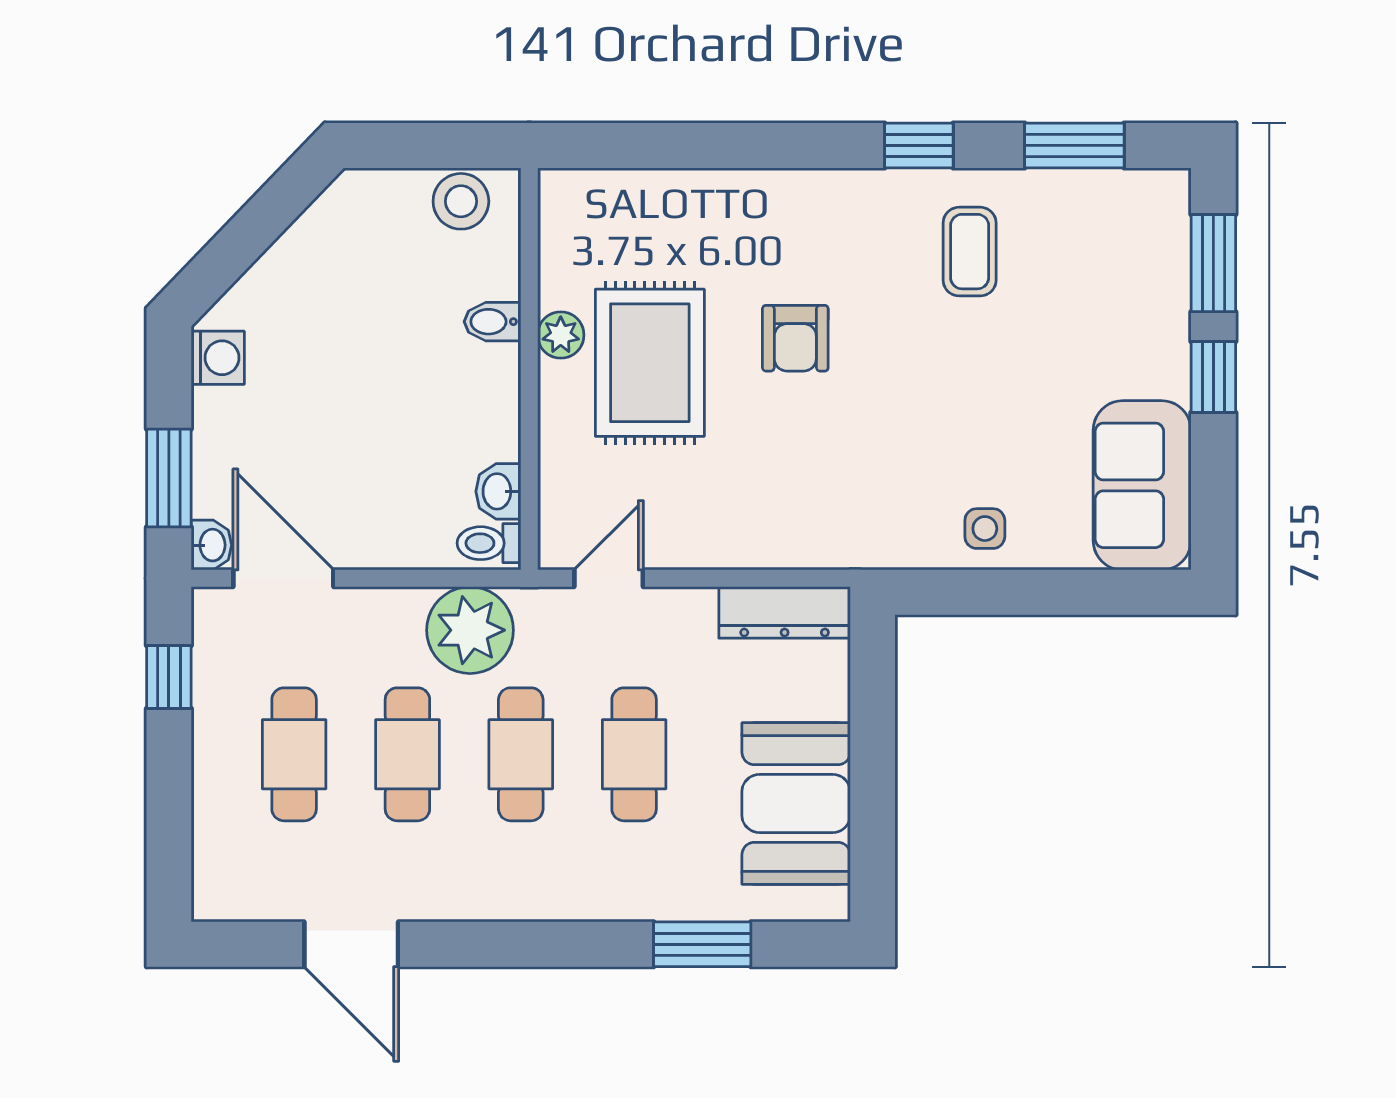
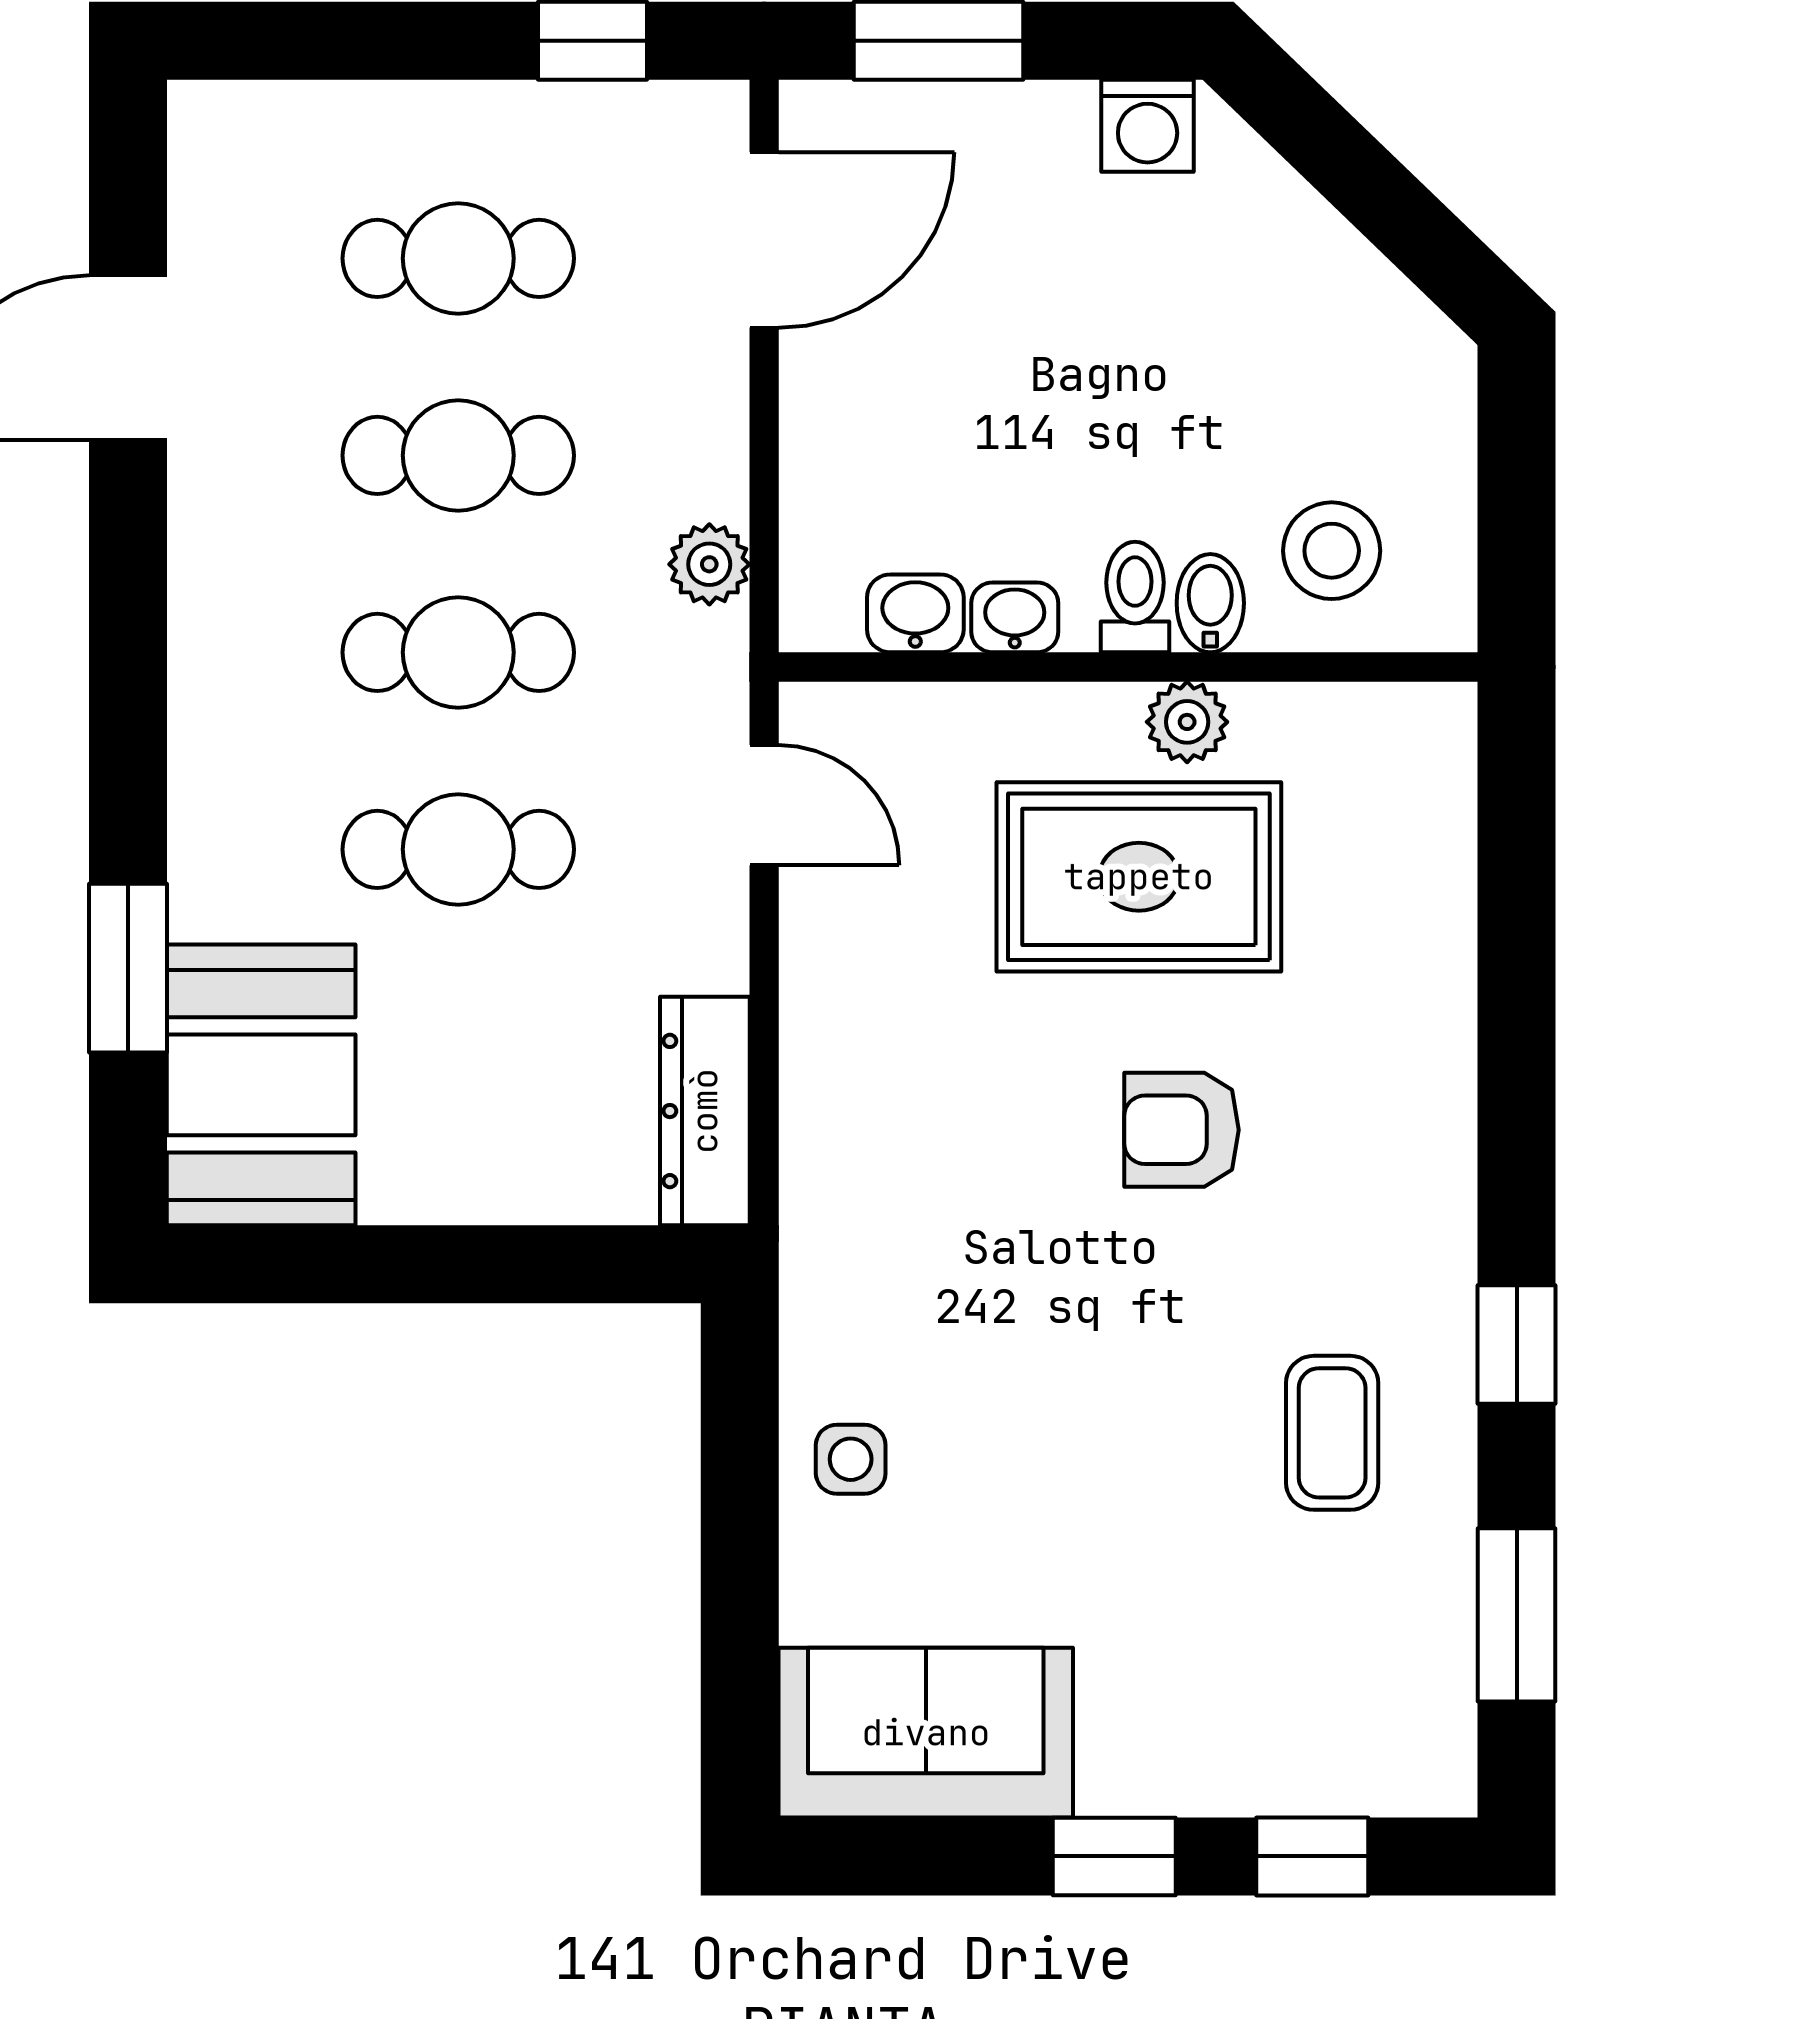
stool: (461, 201) -> (1332, 551), moved
coffee table: (970, 252) -> (1332, 1433), turned 90
window: (1213, 263) -> (1312, 1856), width x0.67
toilet: (489, 543) -> (1135, 597), moved
washbasin: (211, 545) -> (1015, 617), moved, turned 180
plant: (470, 630) -> (709, 564), width x0.53, depth x0.53
booth: (796, 803) -> (261, 1085), moved, turned 90

